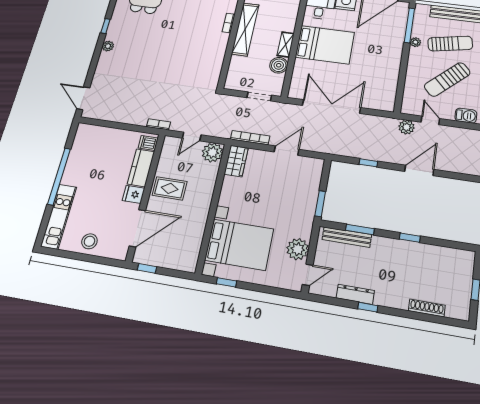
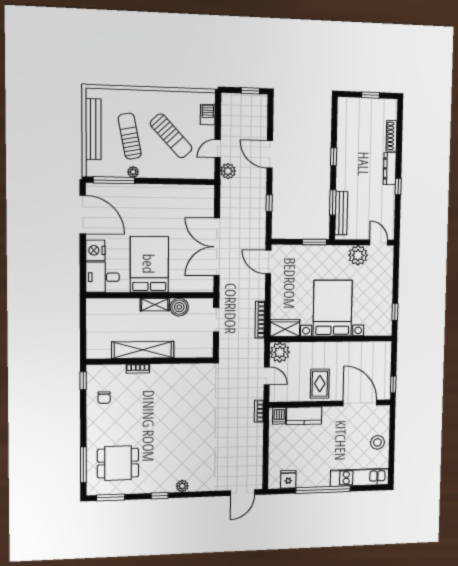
door: (287, 151) -> (268, 262), moved
fridge: (134, 194) -> (288, 479), moved, turned 180
bed with nightstands: (239, 245) -> (333, 308), moved
dresser: (355, 294) -> (390, 169), moved

